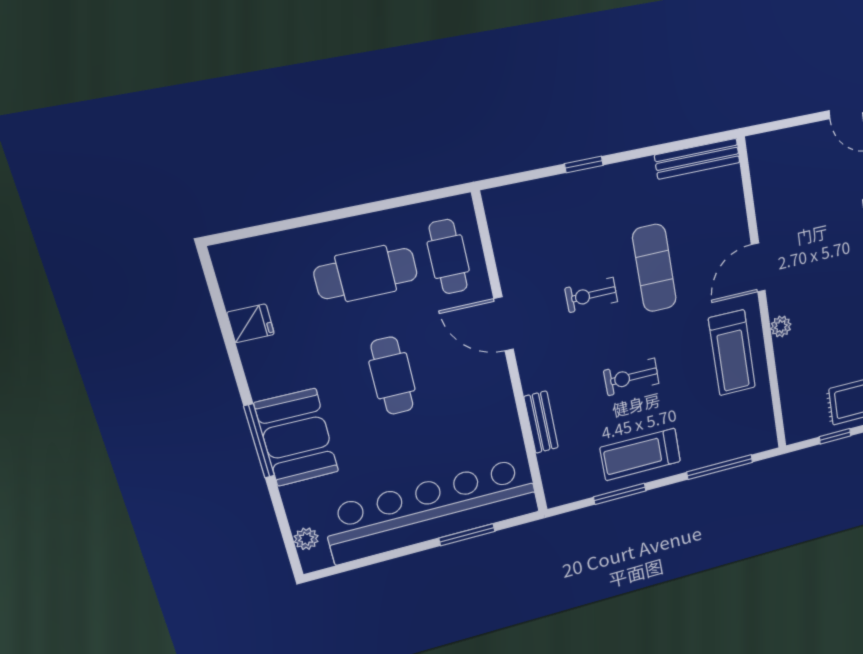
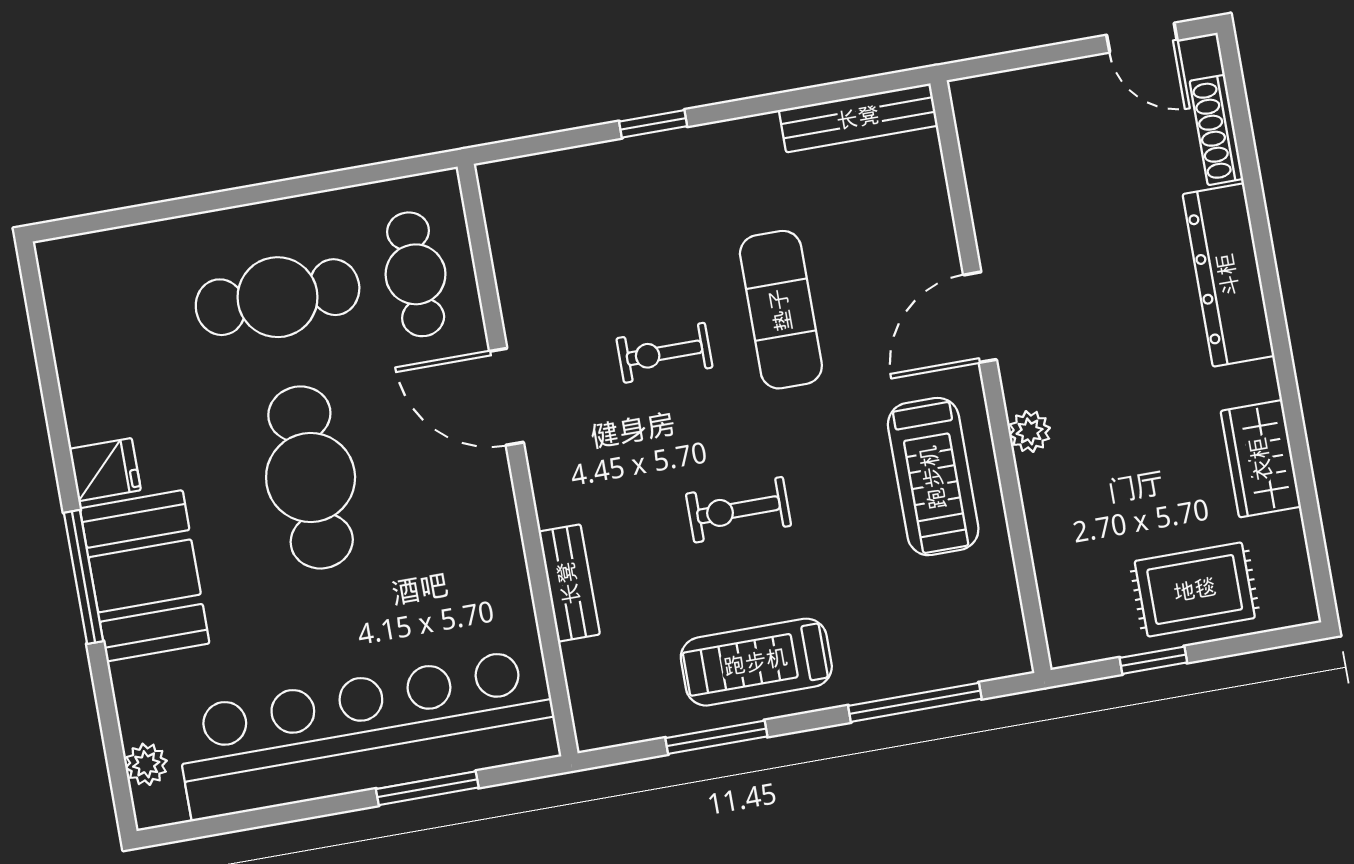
fridge: (251, 323) -> (105, 470), moved
cafe table: (392, 376) -> (311, 477), width x1.37, depth x1.35

